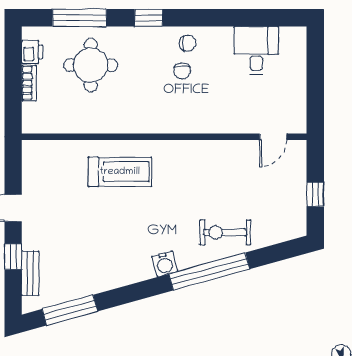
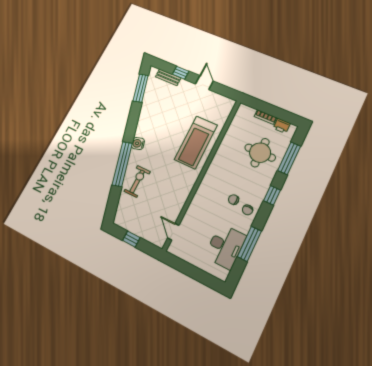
window: (236, 18) -> (249, 244), added
desk: (256, 50) -> (225, 246), width x1.37
treadmill: (120, 172) -> (196, 142), width x1.37, depth x1.37

